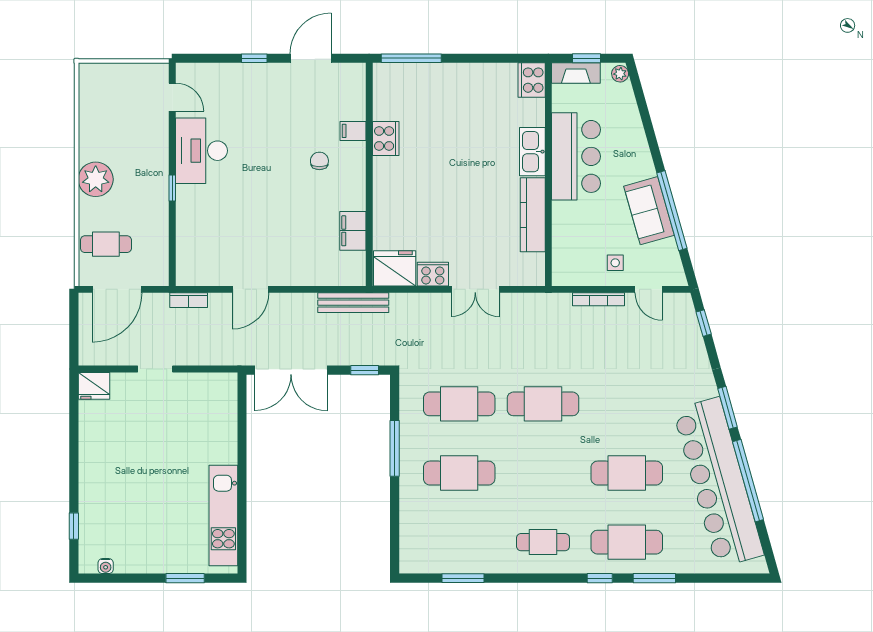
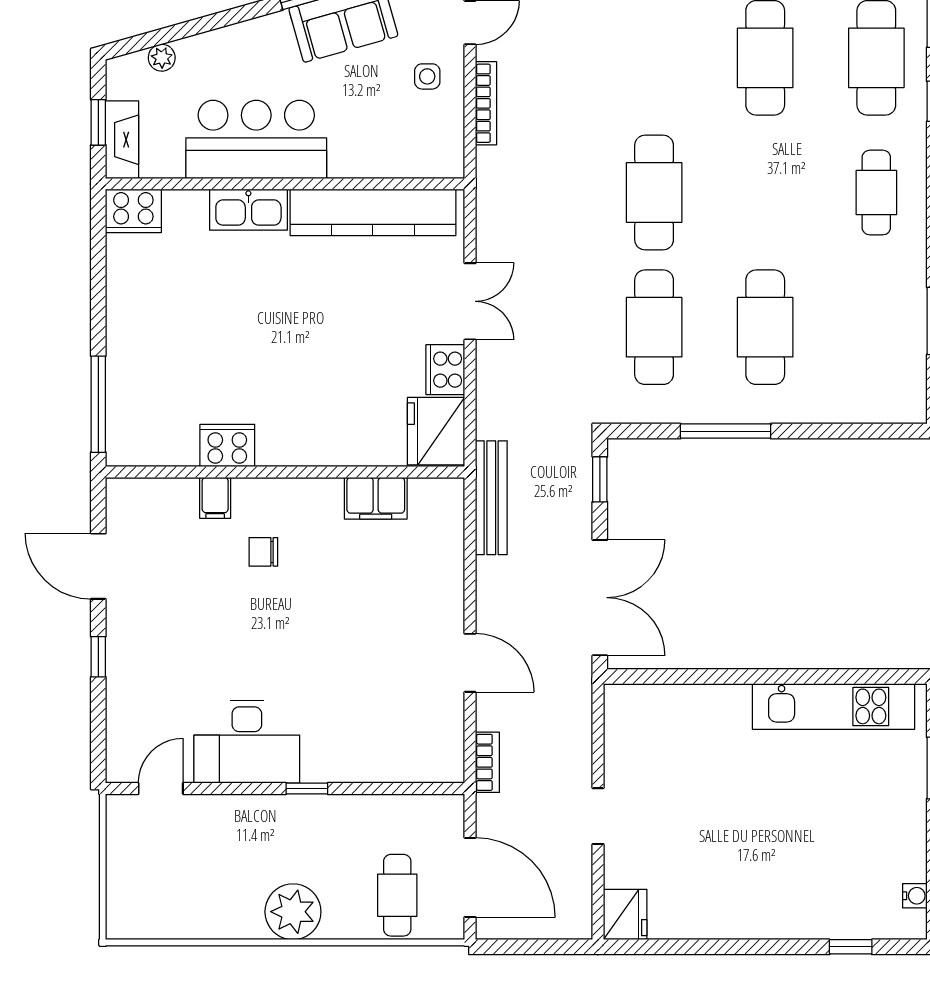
plant: (620, 74) -> (162, 58), moved
kitchen counter: (533, 215) -> (373, 212), width x1.39, depth x1.17

